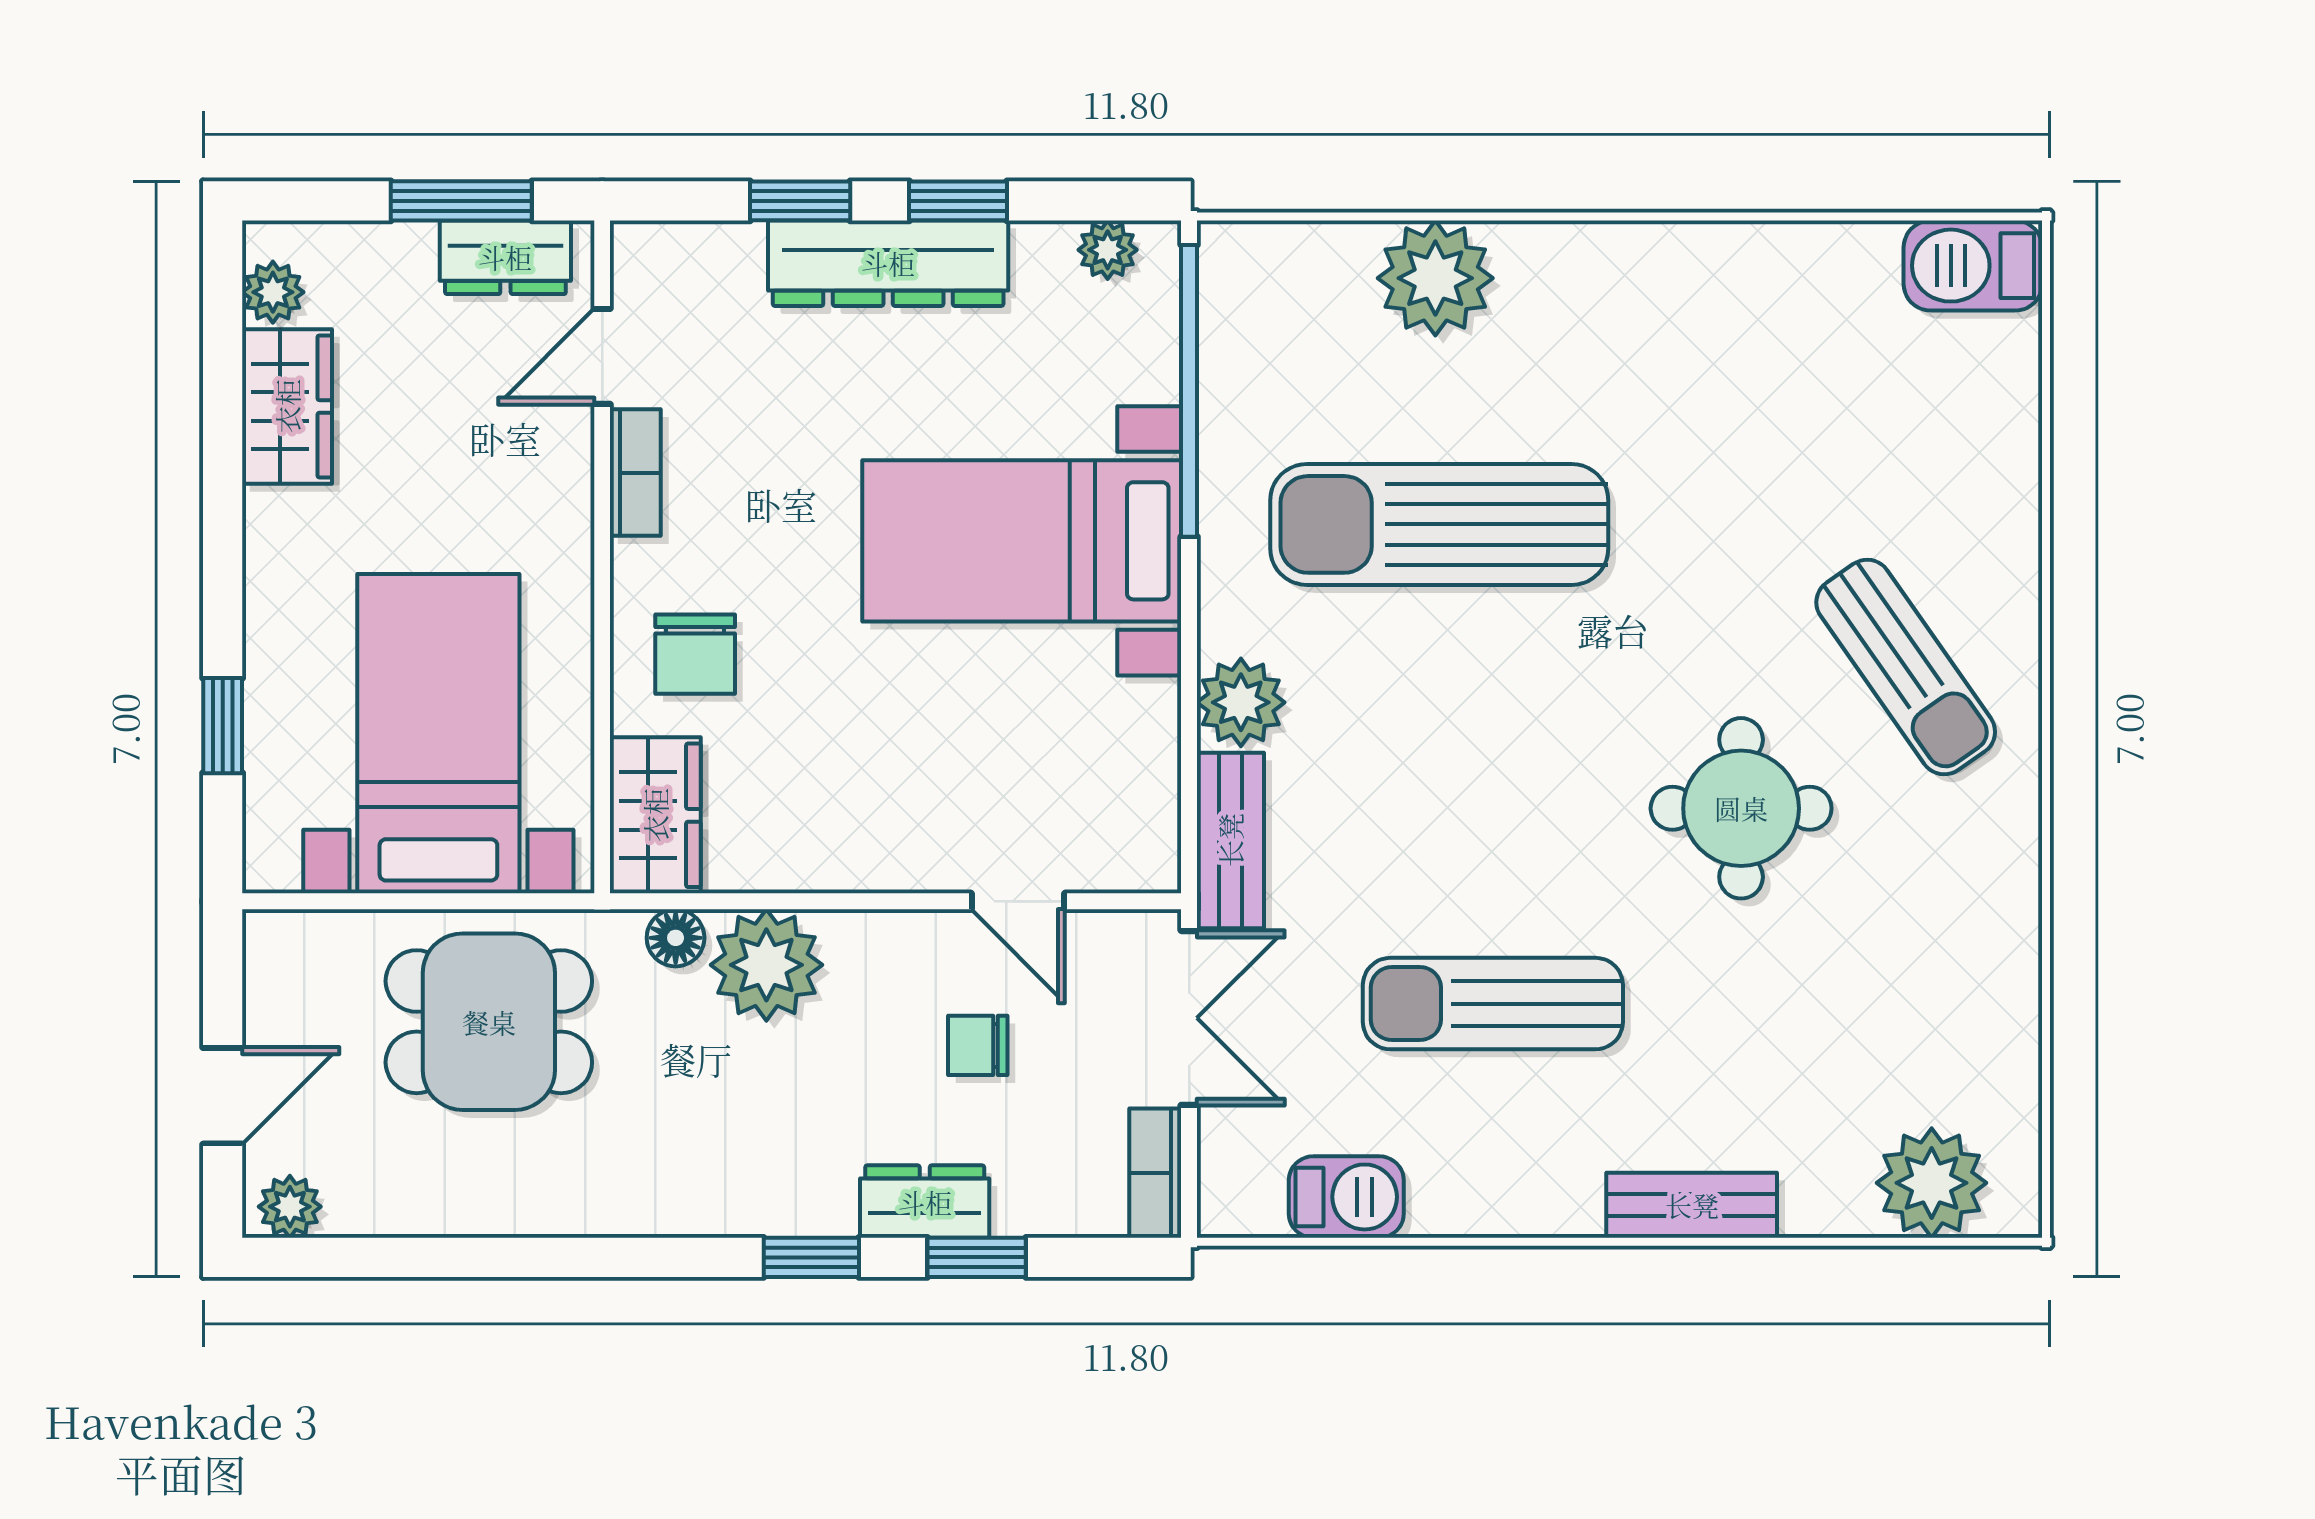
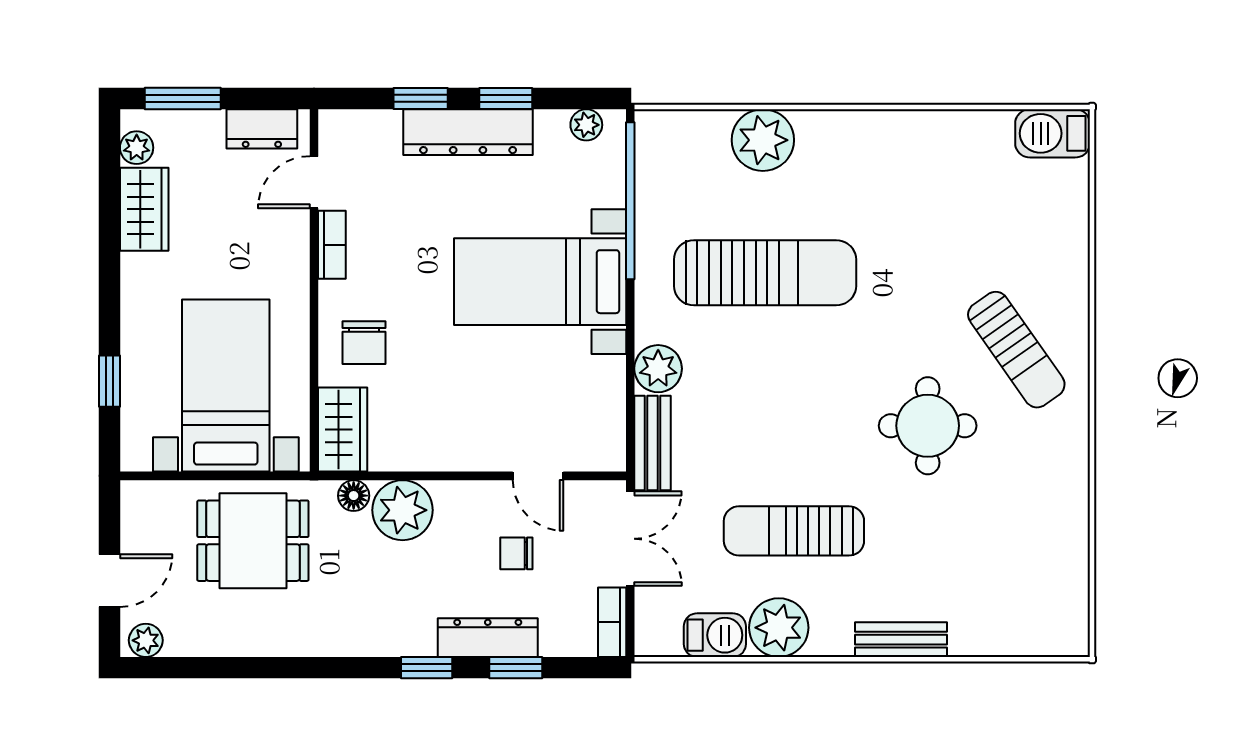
window: (461, 201) -> (183, 98), moved
sun lounger: (1439, 524) -> (765, 273), turned 180
plant: (1932, 1183) -> (779, 628), moved
dresser: (925, 1202) -> (488, 638), width x1.44

